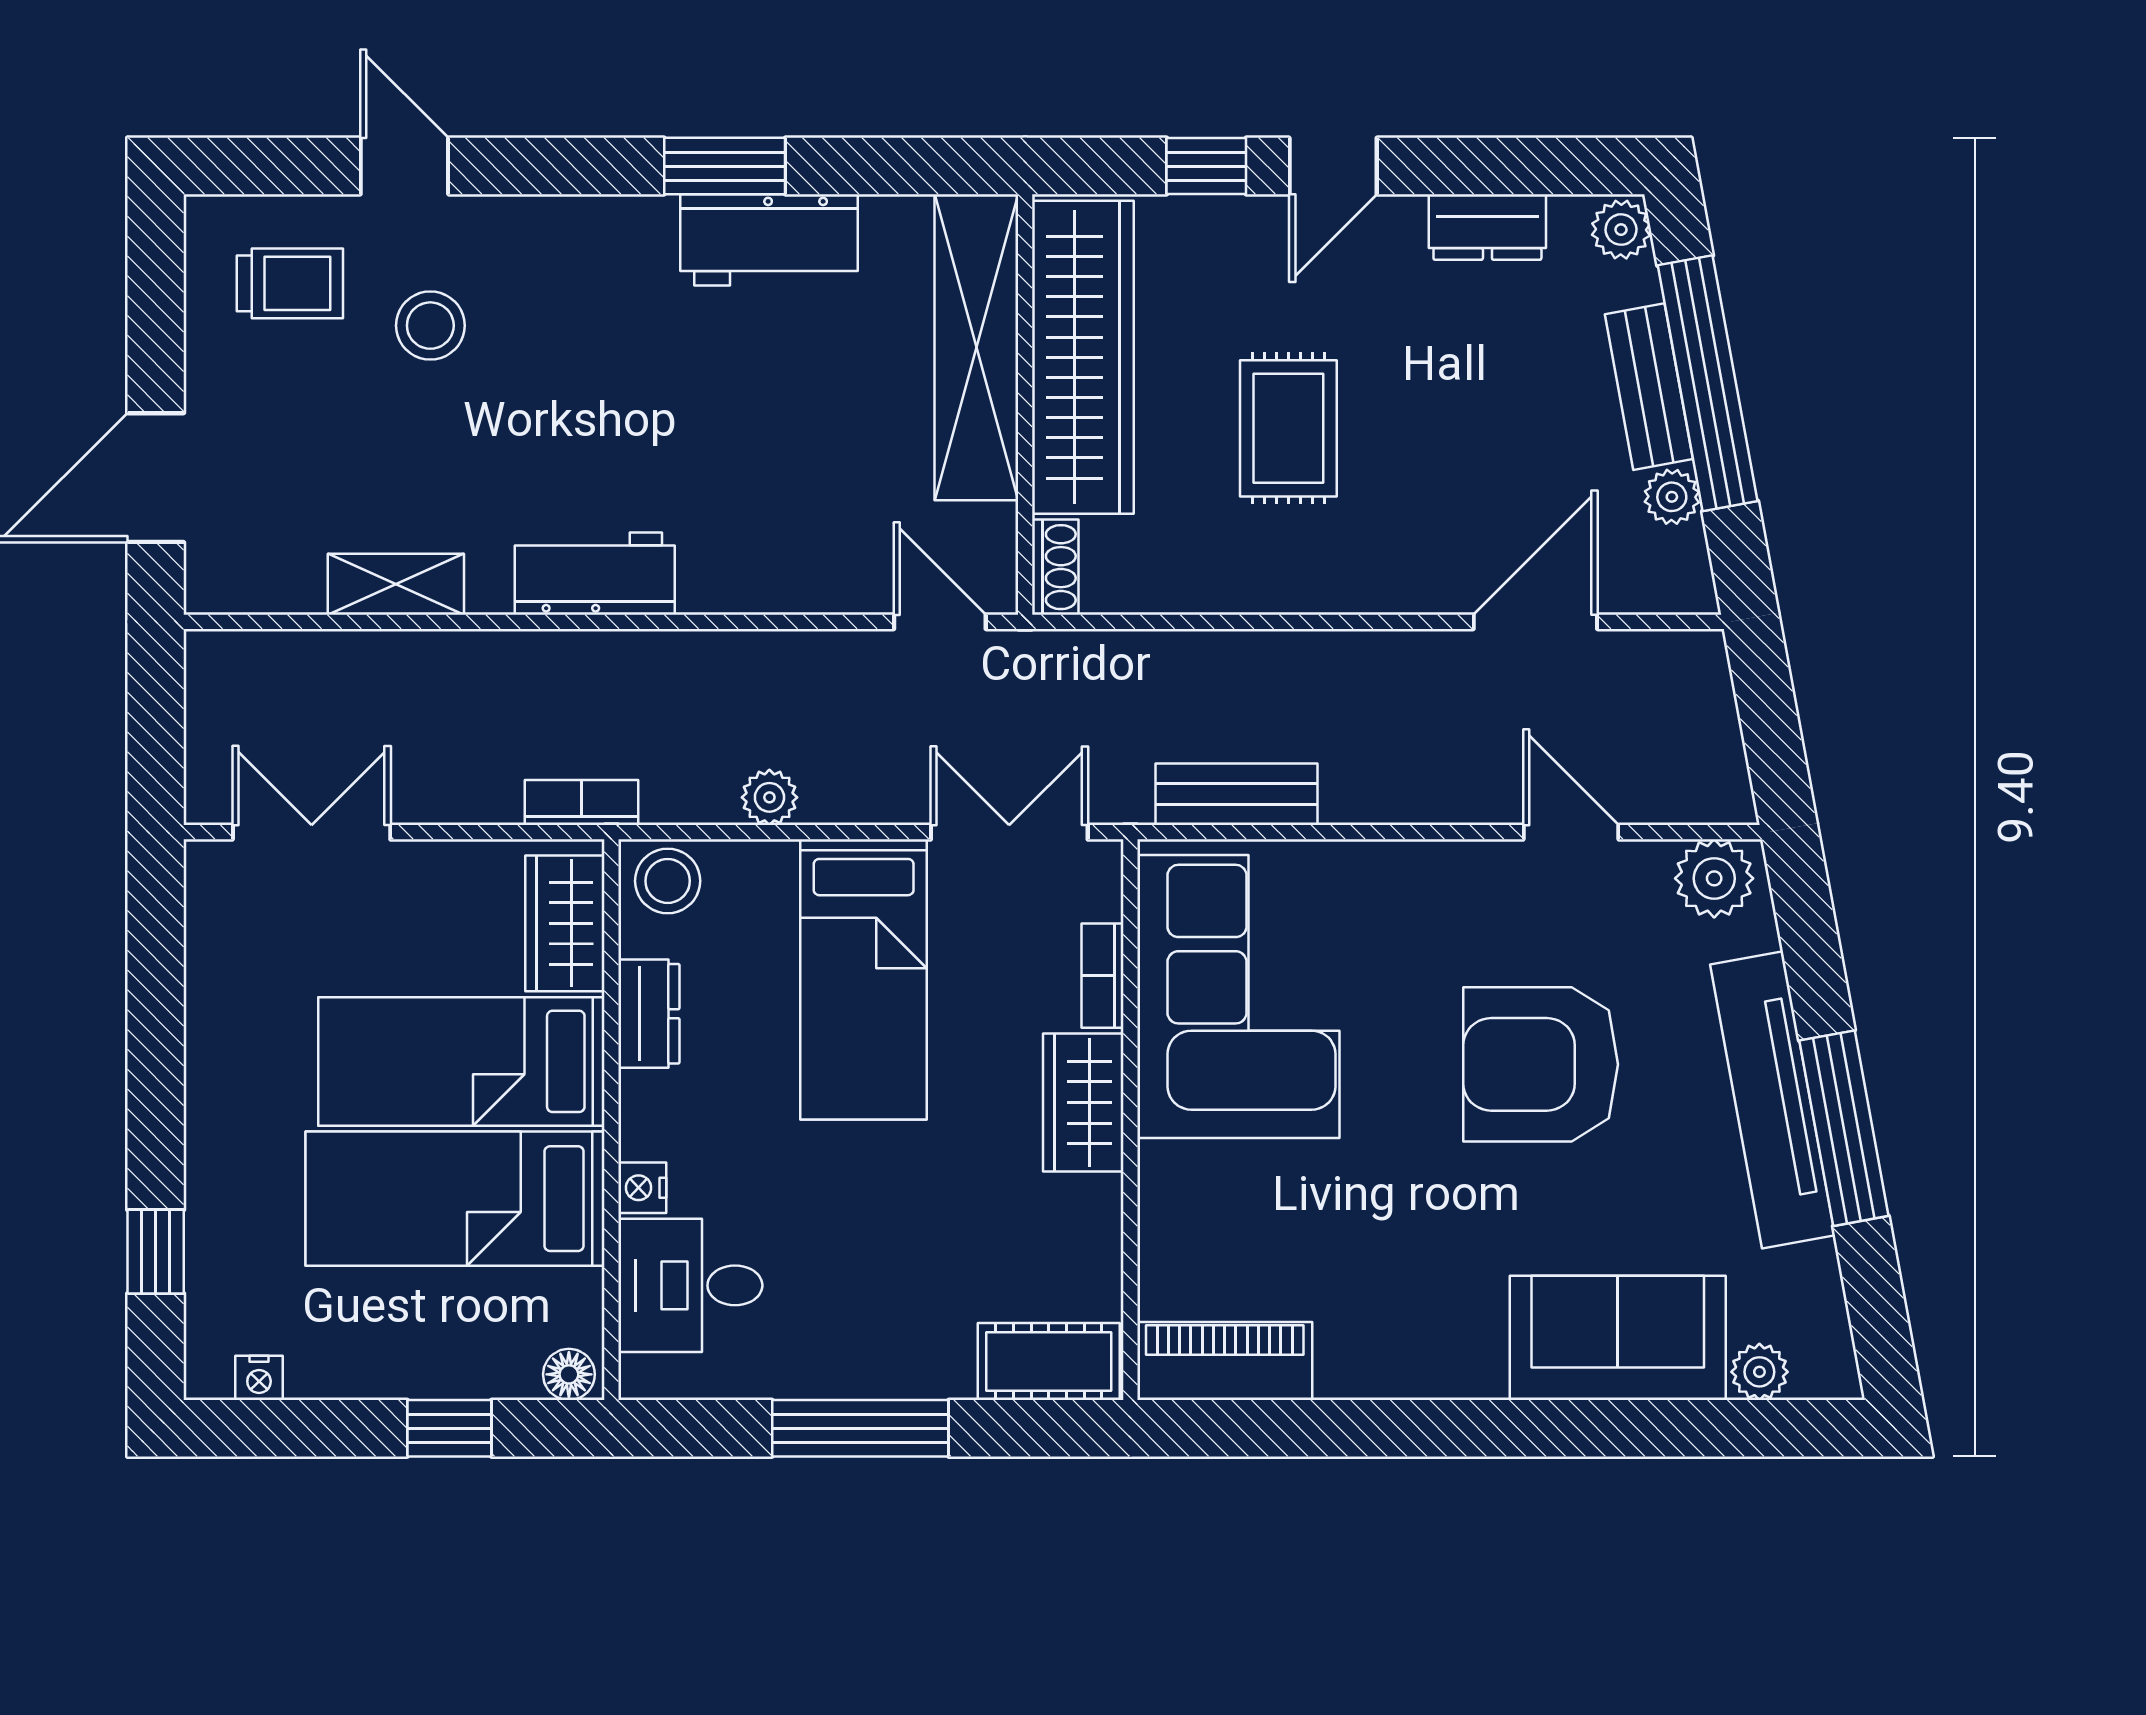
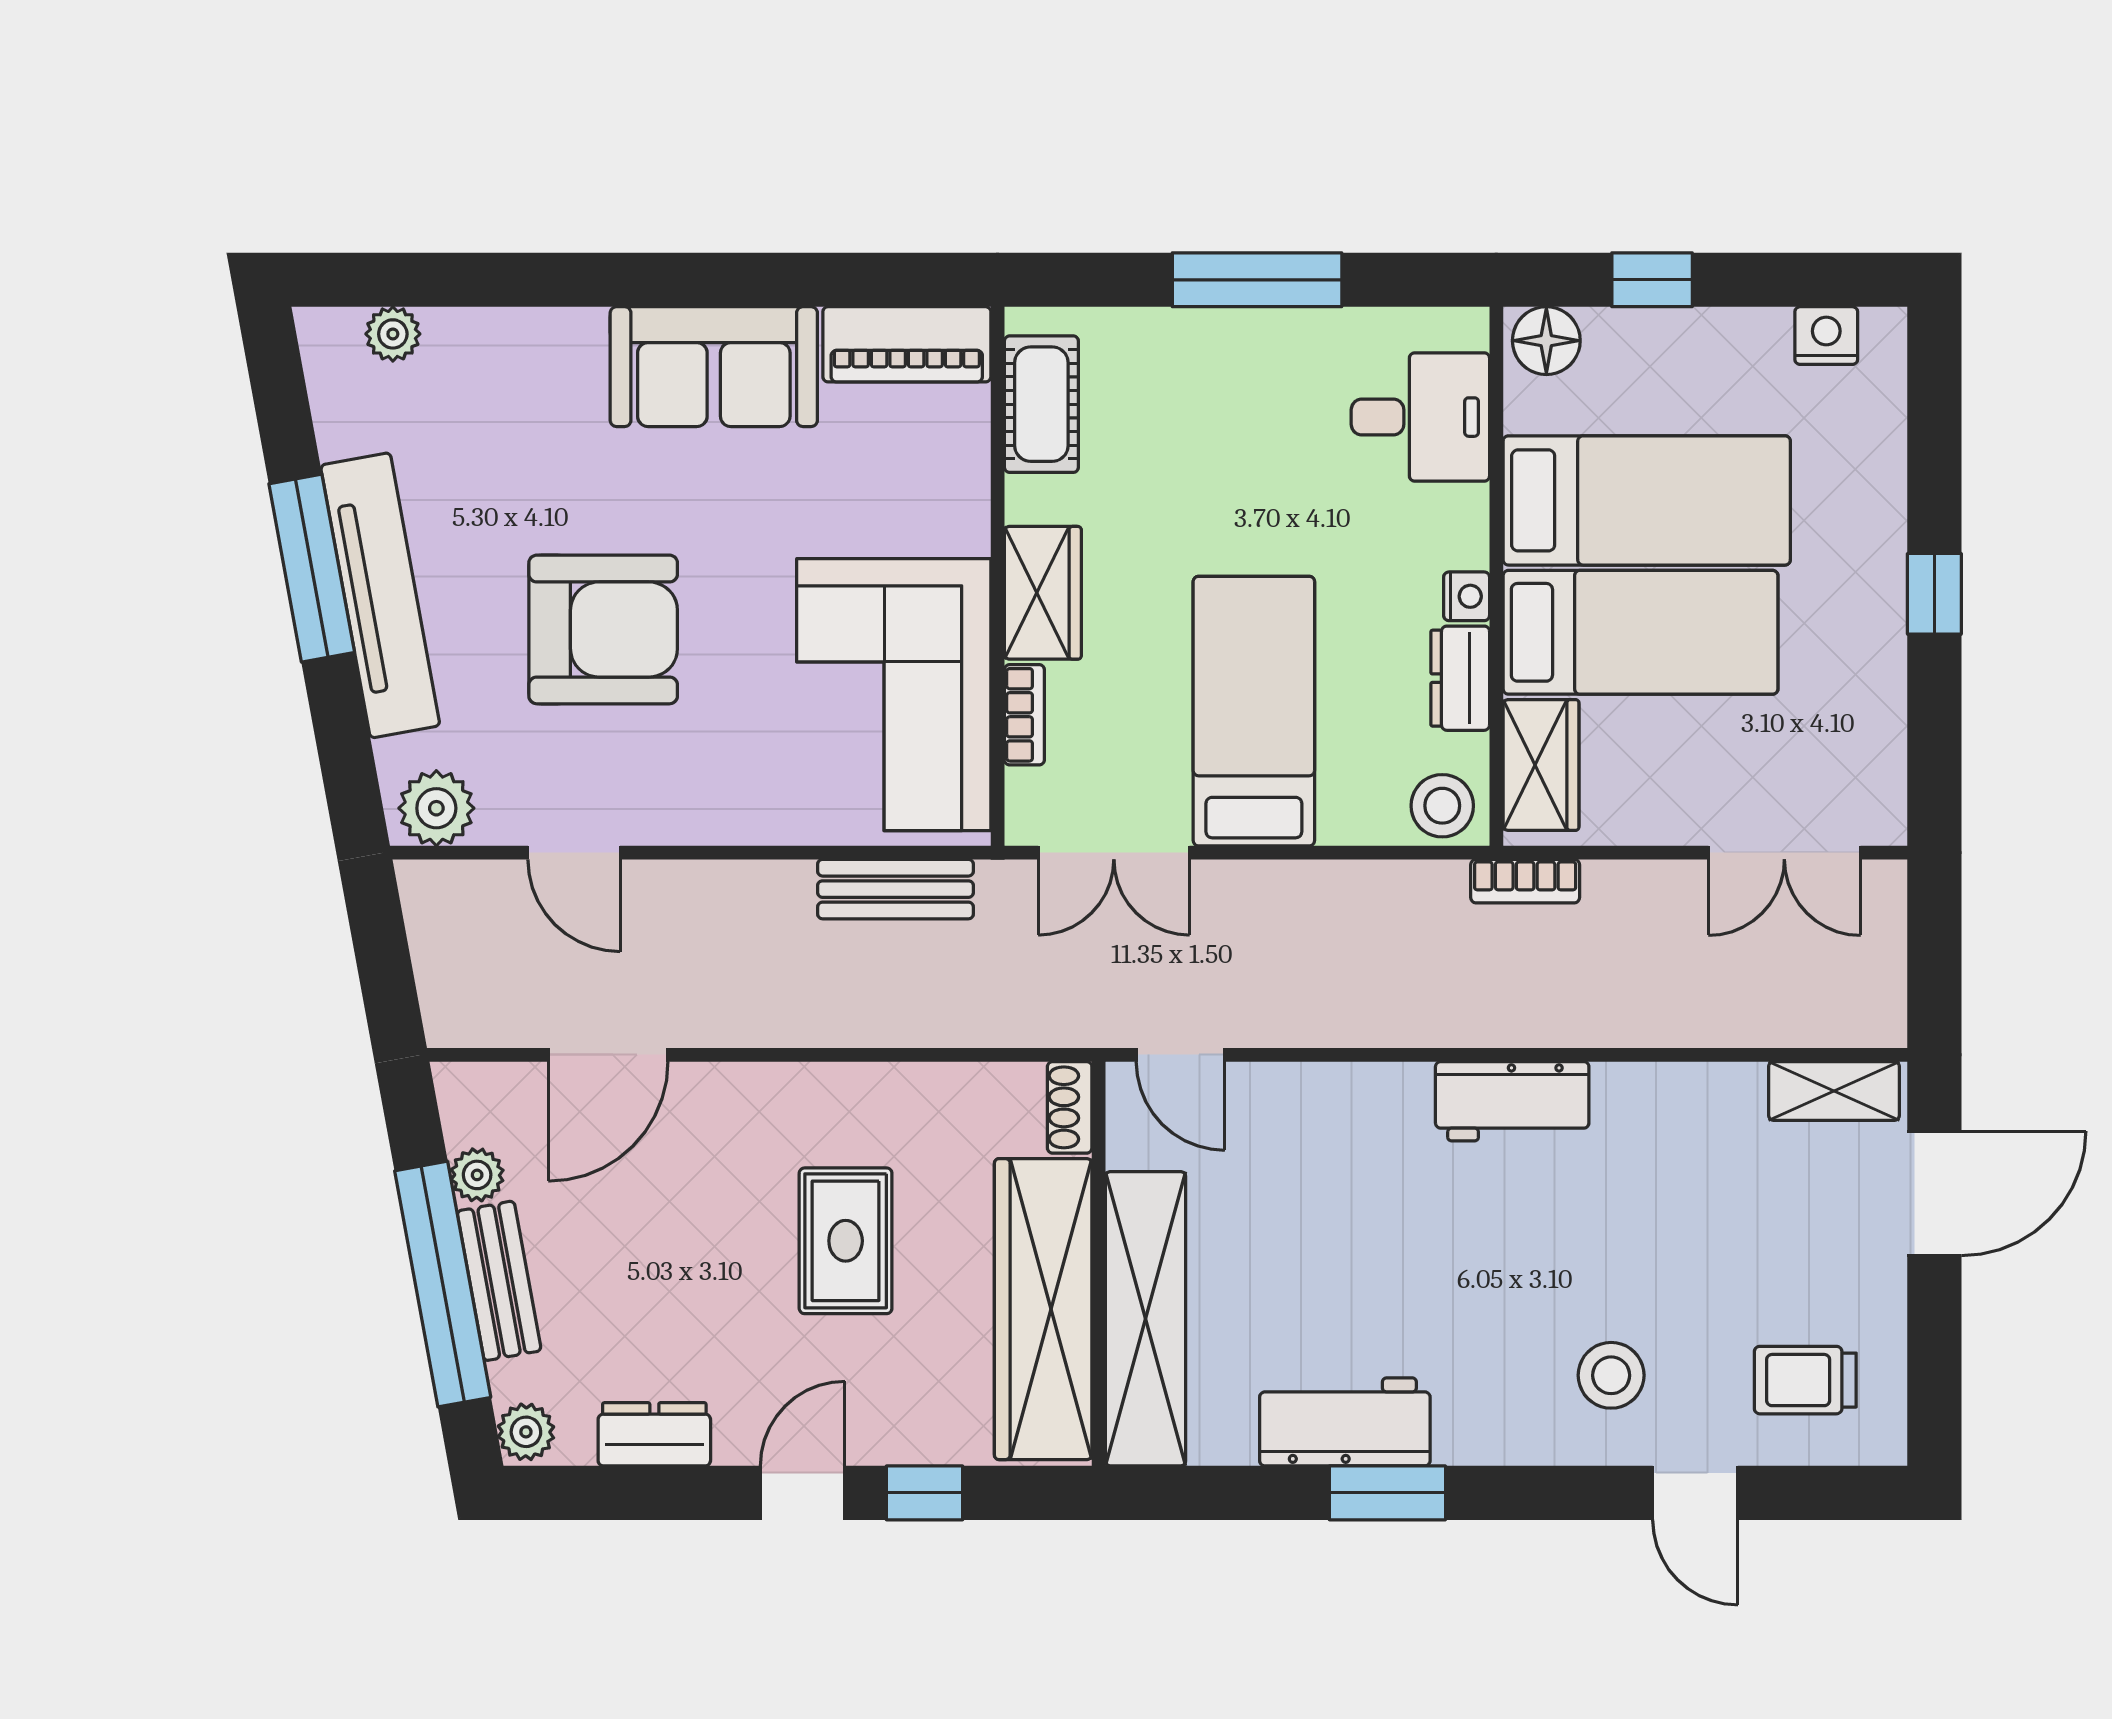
stool: (430, 326) -> (1611, 1375), moved
shelving: (396, 584) -> (1834, 1091), moved
plant: (769, 797) -> (1344, 886), removed
nightstand: (642, 1188) -> (1467, 596), moved
window: (156, 1252) -> (1934, 594), moved
sofa: (1618, 1338) -> (714, 367), moved
cot: (1049, 1362) -> (1041, 404), moved, turned 90
floor lamp: (569, 1374) -> (1546, 341), width x1.37, depth x1.37
nightstand: (259, 1378) -> (1826, 336), width x1.39, depth x1.35

